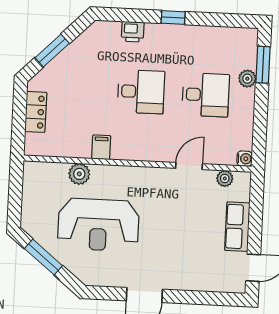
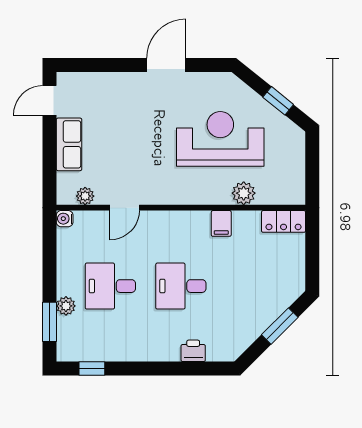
window: (173, 17) -> (92, 369), moved
locker: (36, 112) -> (284, 221), moved, turned -90
window: (43, 257) -> (278, 101), width x0.67

